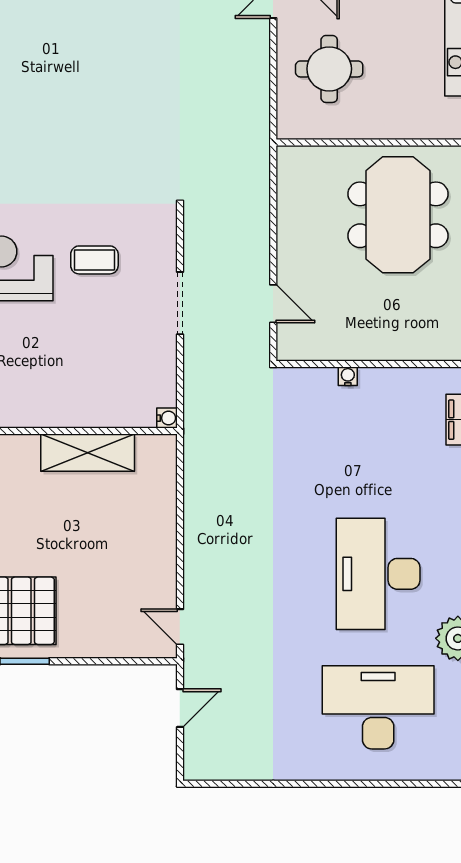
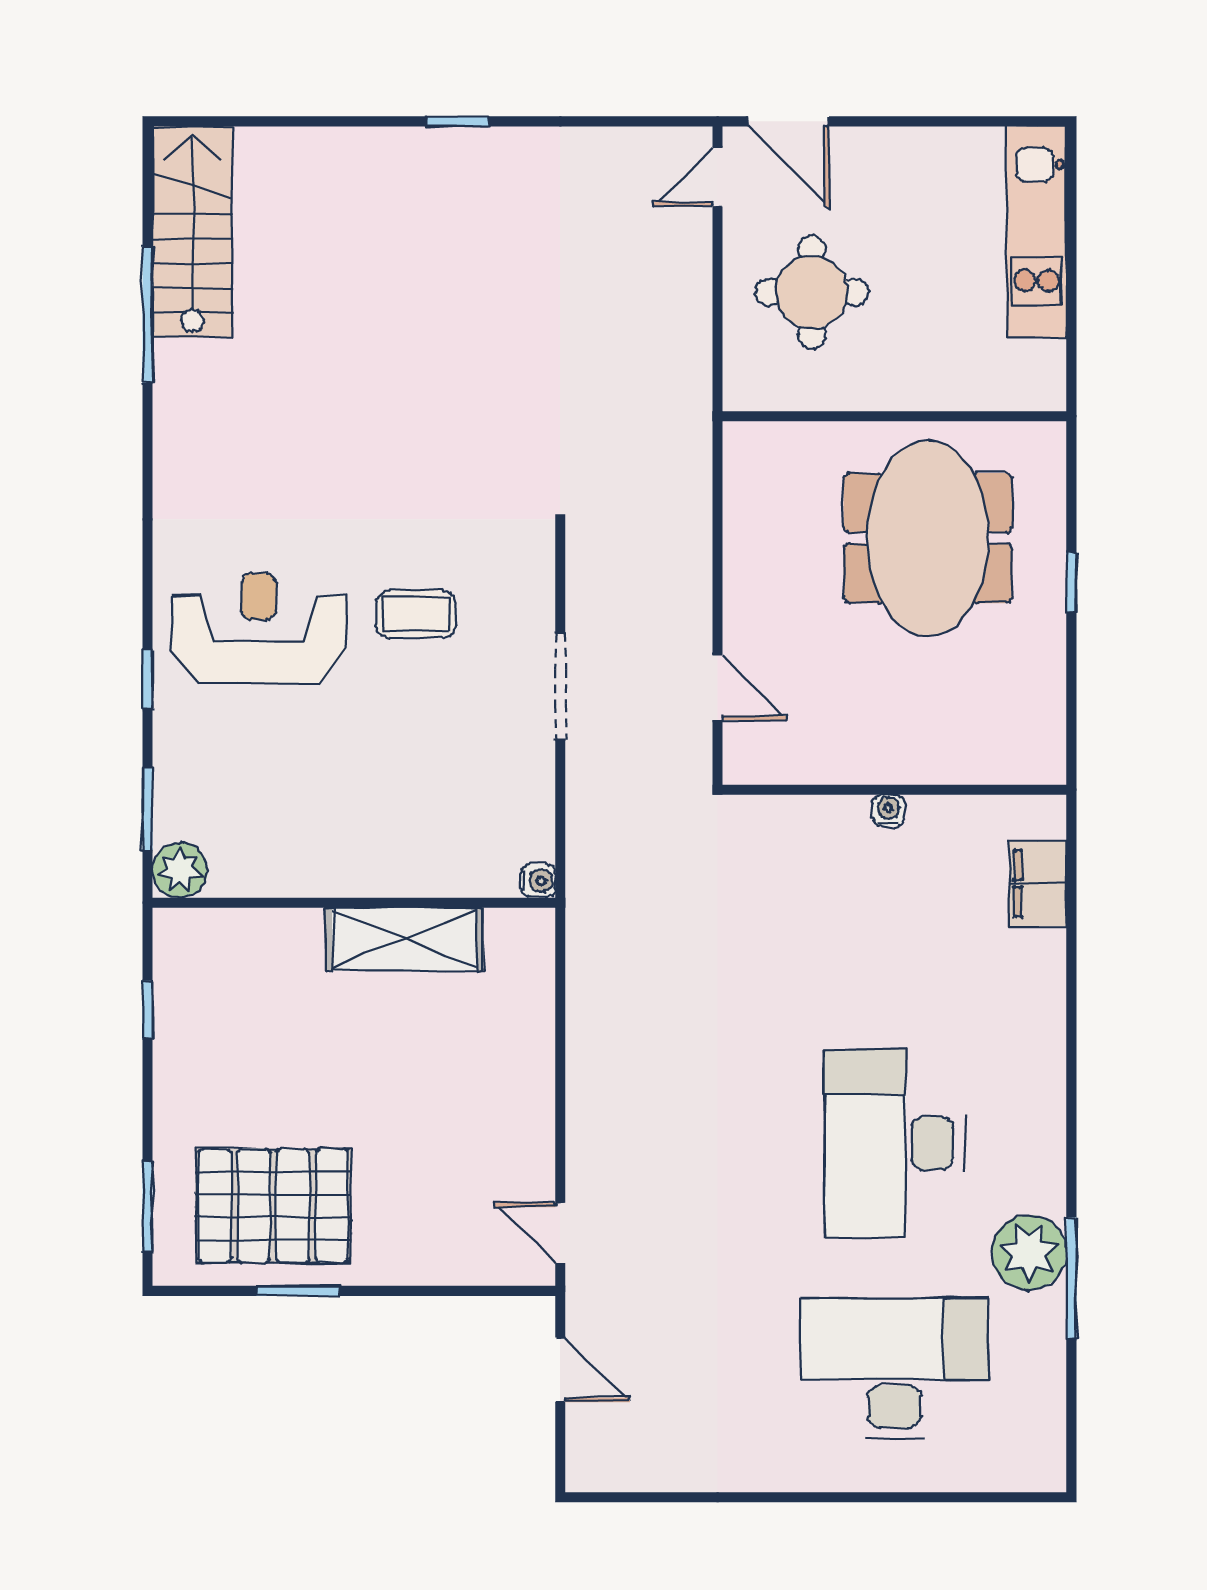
water cooler: (348, 376) -> (888, 810), moved
door: (180, 708) -> (560, 1370), hinge flipped

